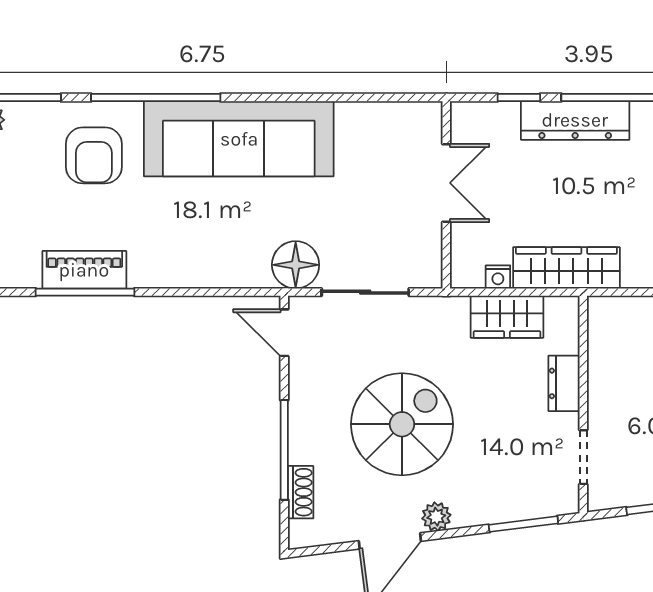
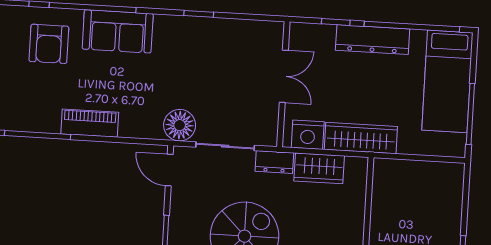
window: (314, 98) -> (199, 14), added
sofa: (239, 139) -> (118, 31), width x0.54, depth x0.79
piano: (84, 270) -> (90, 123), moved
nightstand: (498, 277) -> (308, 135), width x1.89, depth x1.79
dresser: (564, 383) -> (274, 162), moved, turned -90

